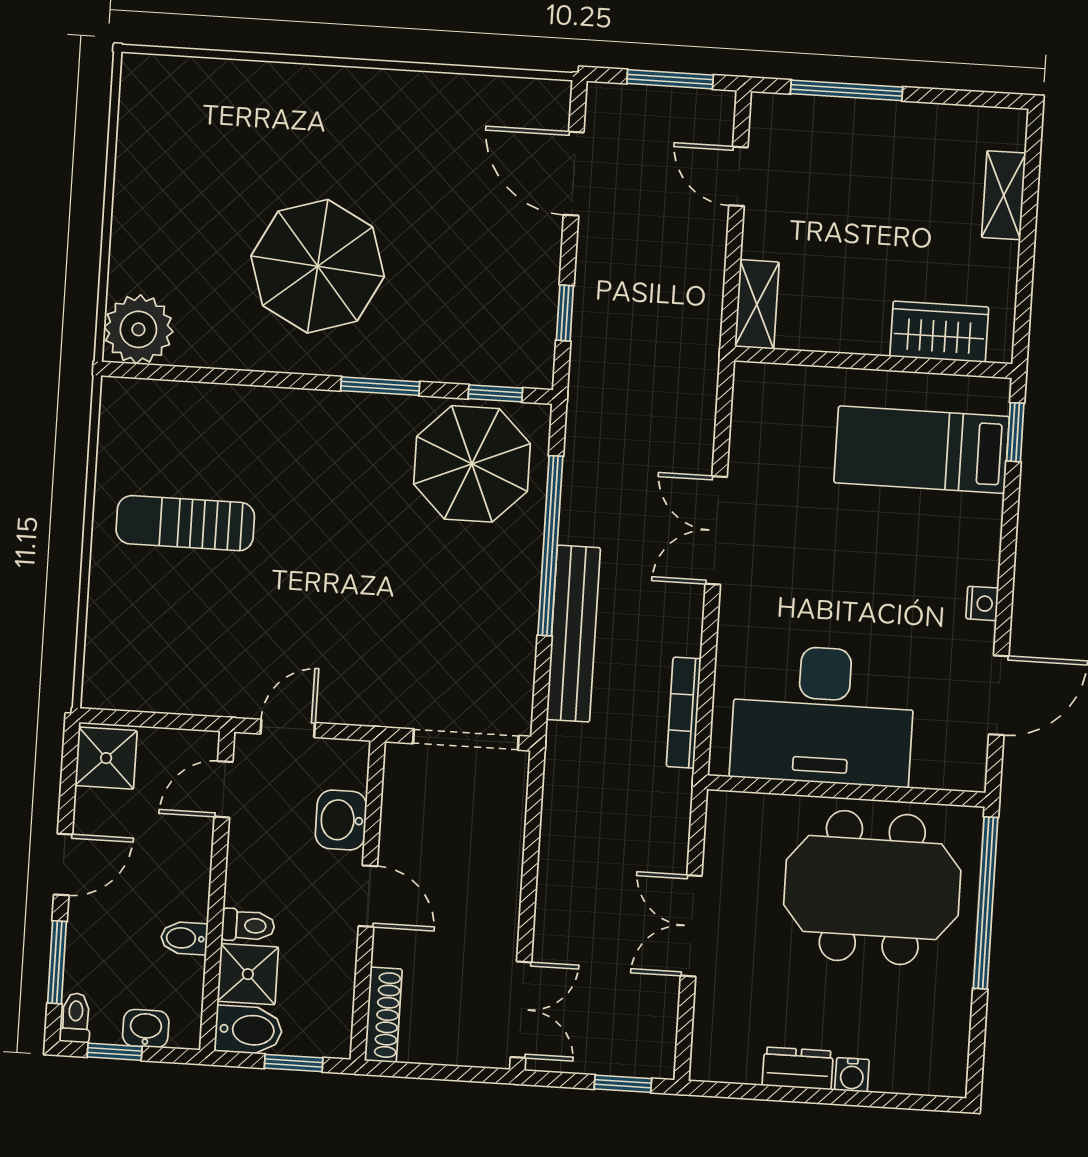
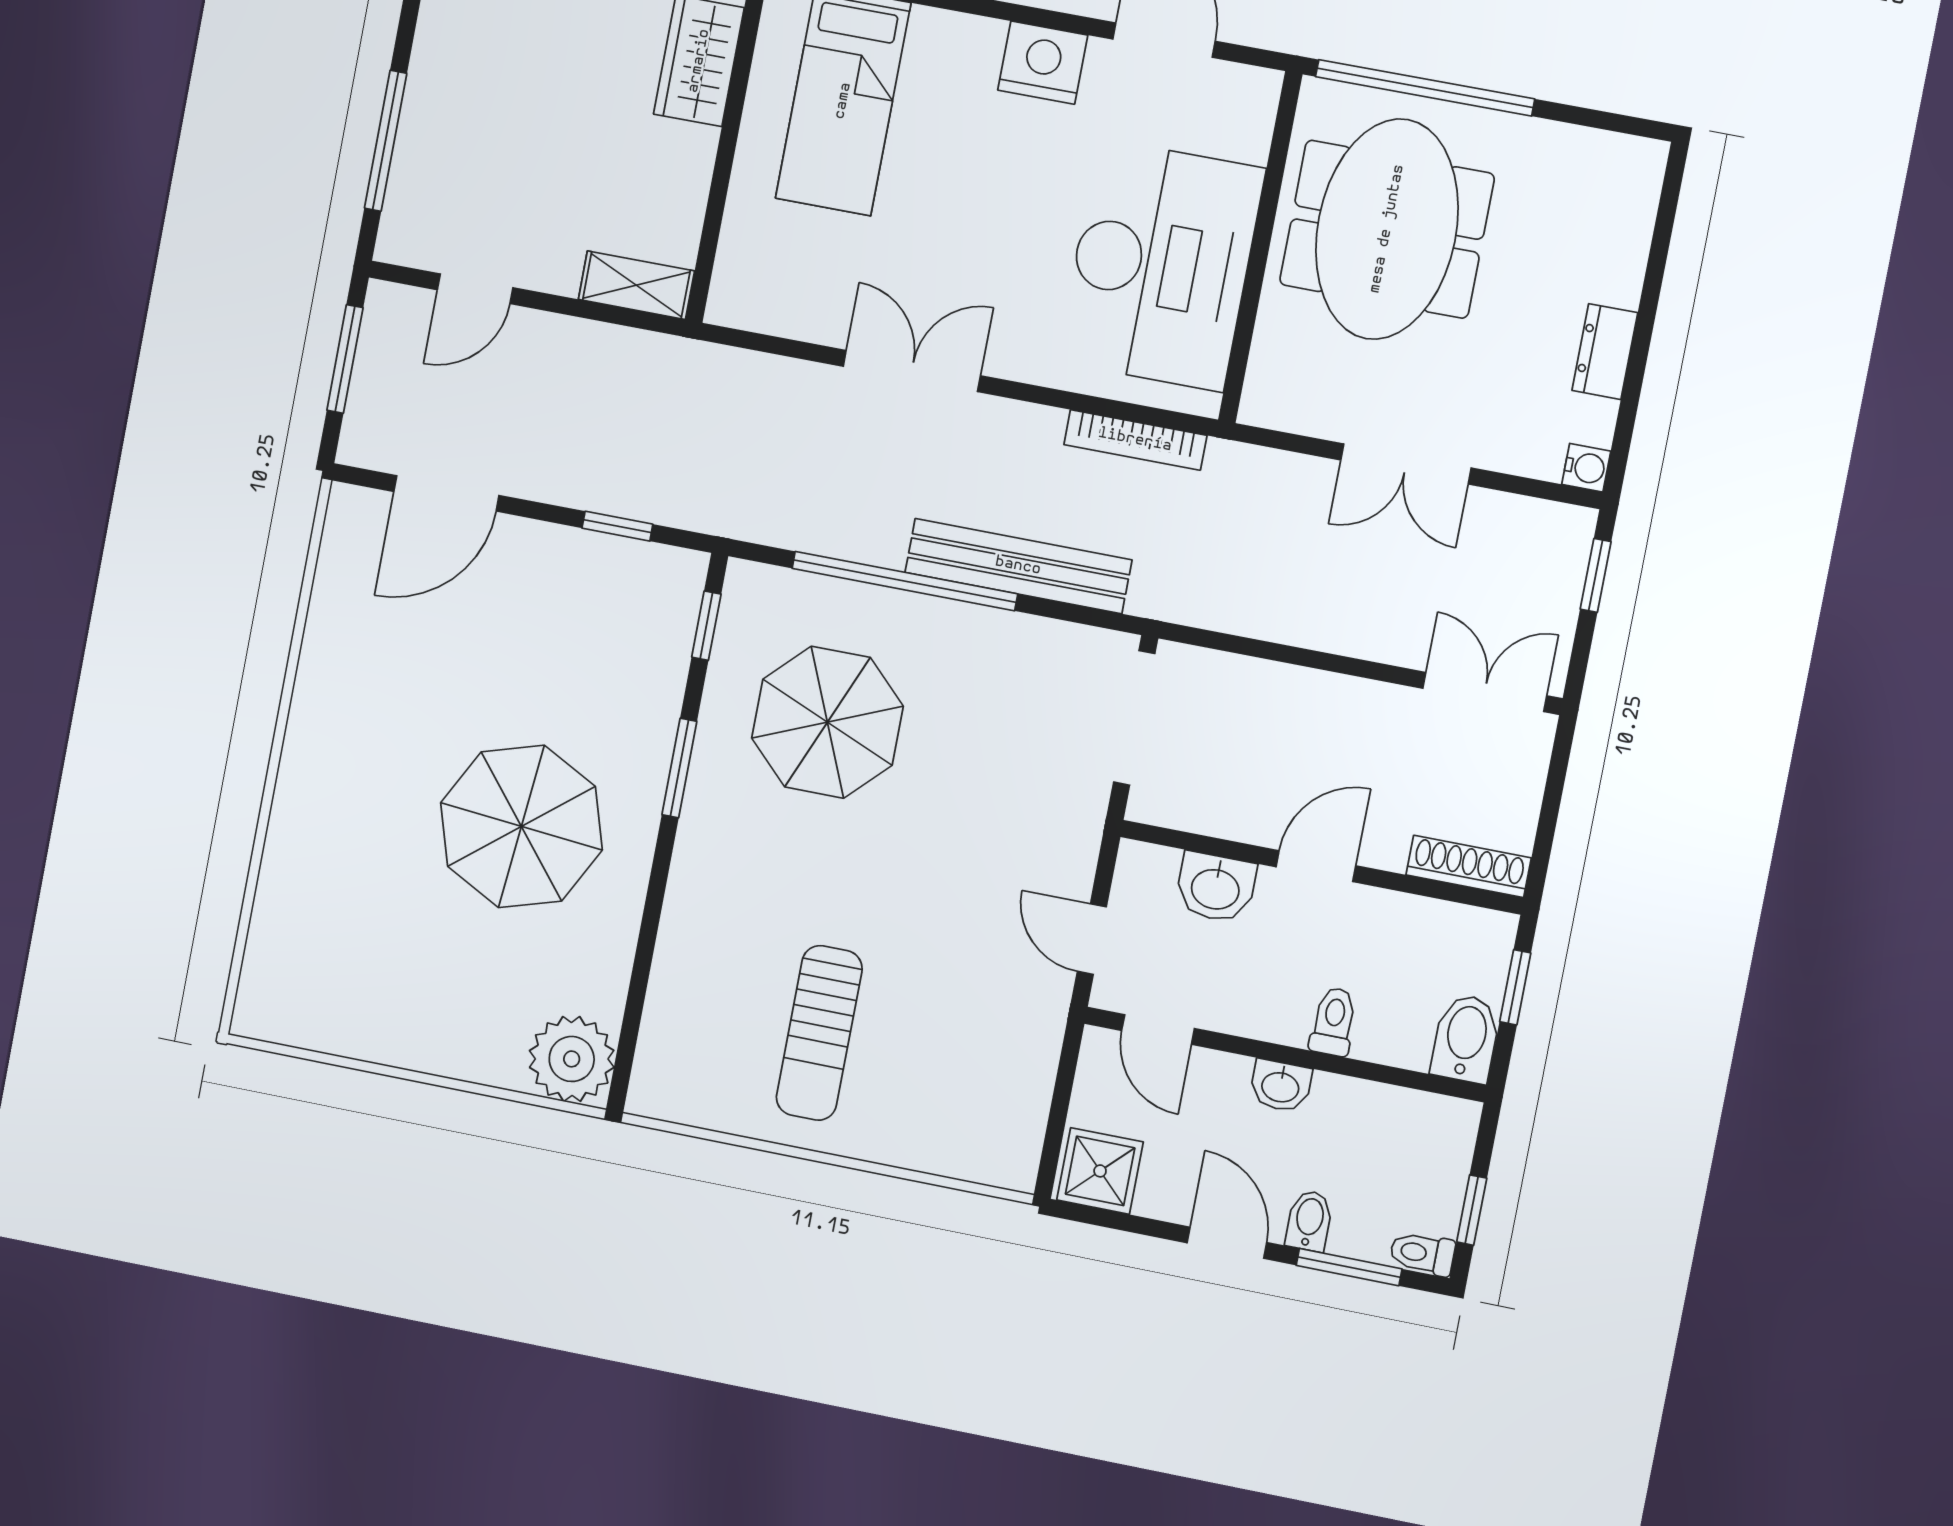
parasol: (472, 464) -> (827, 722), moved
double door: (716, 530) -> (912, 371), swing flipped
nightstand: (982, 603) -> (1043, 63), width x1.89, depth x1.79
bidet: (184, 938) -> (1309, 1221), moved, turned 180
shower: (248, 974) -> (1395, 1030), removed
washbasin: (146, 1028) -> (1281, 1086), moved, turned -90
water cooler: (852, 1075) -> (1586, 468), moved

